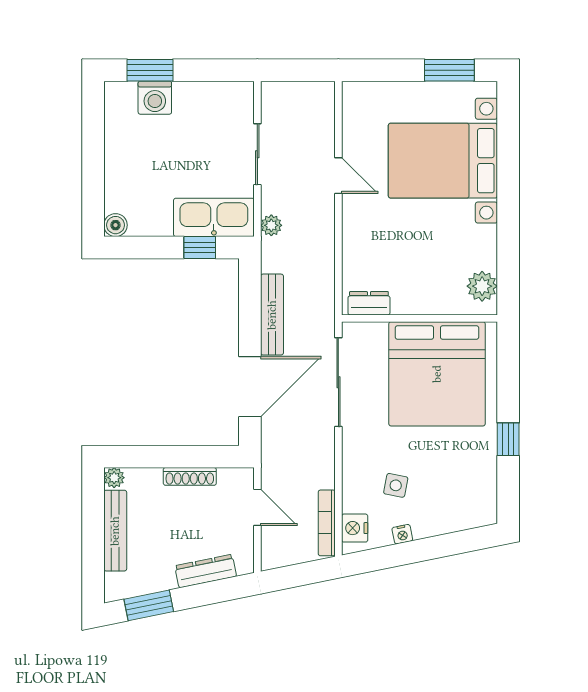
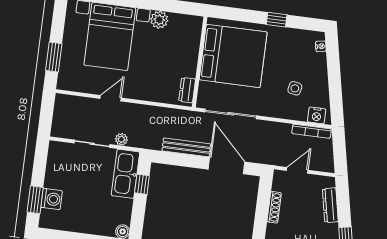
window: (449, 70) -> (54, 57), moved
plant: (271, 225) -> (121, 139), moved
plant: (482, 286) -> (159, 20), moved
nightstand: (402, 534) -> (321, 46), moved

